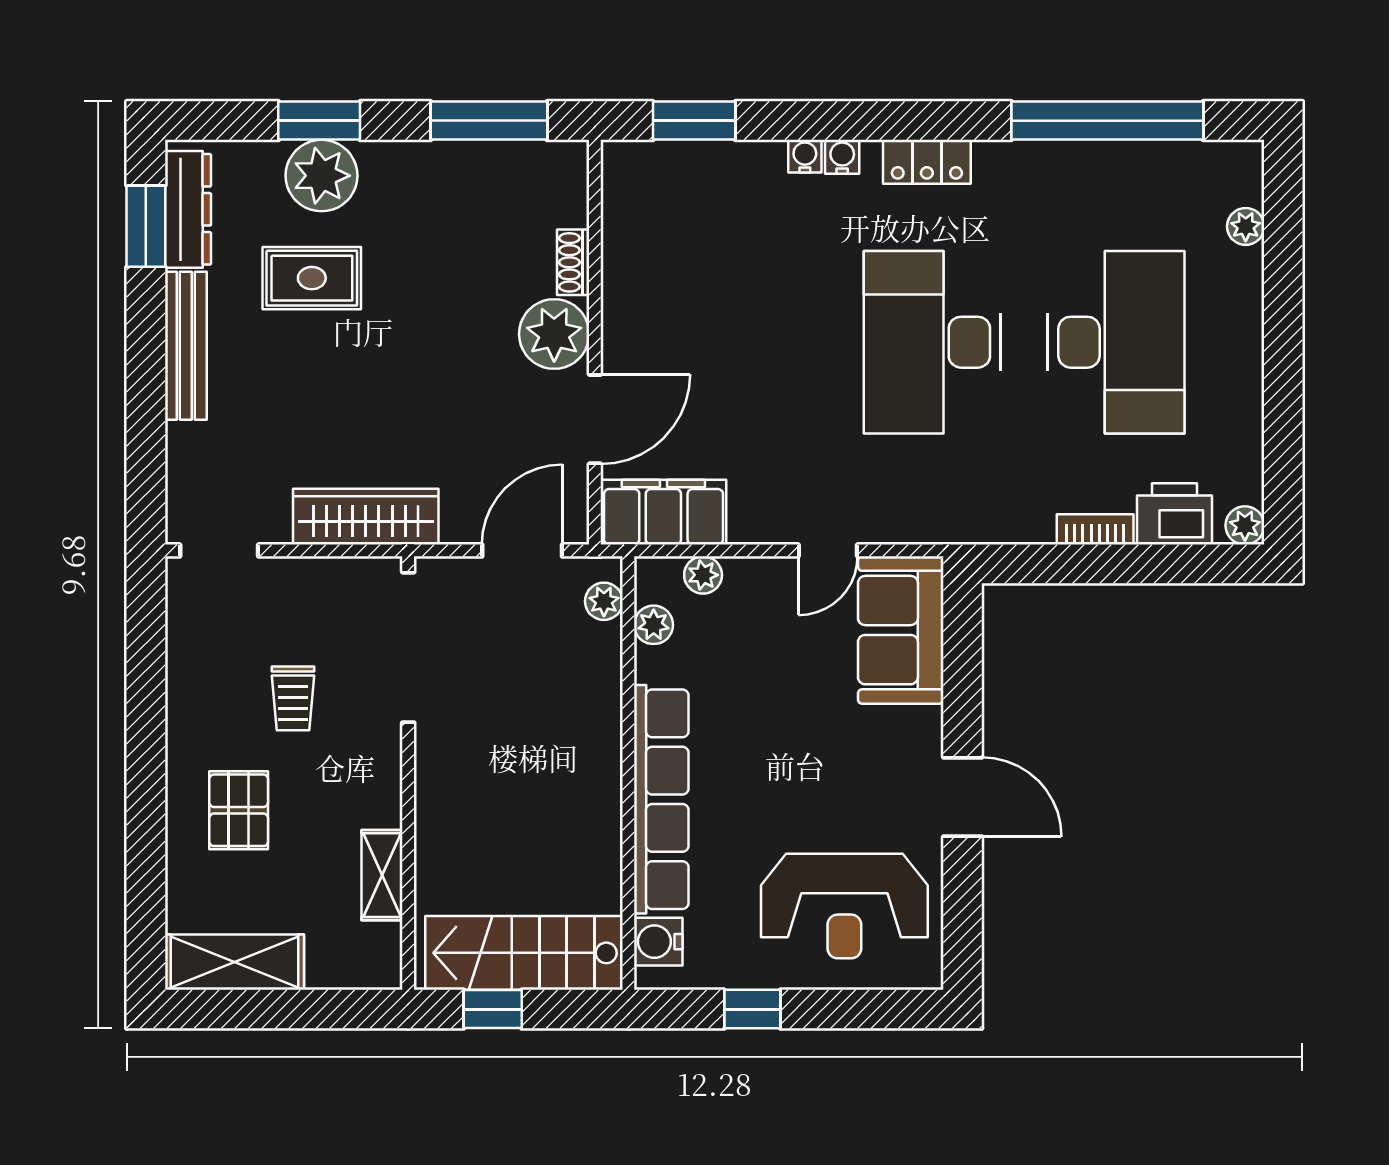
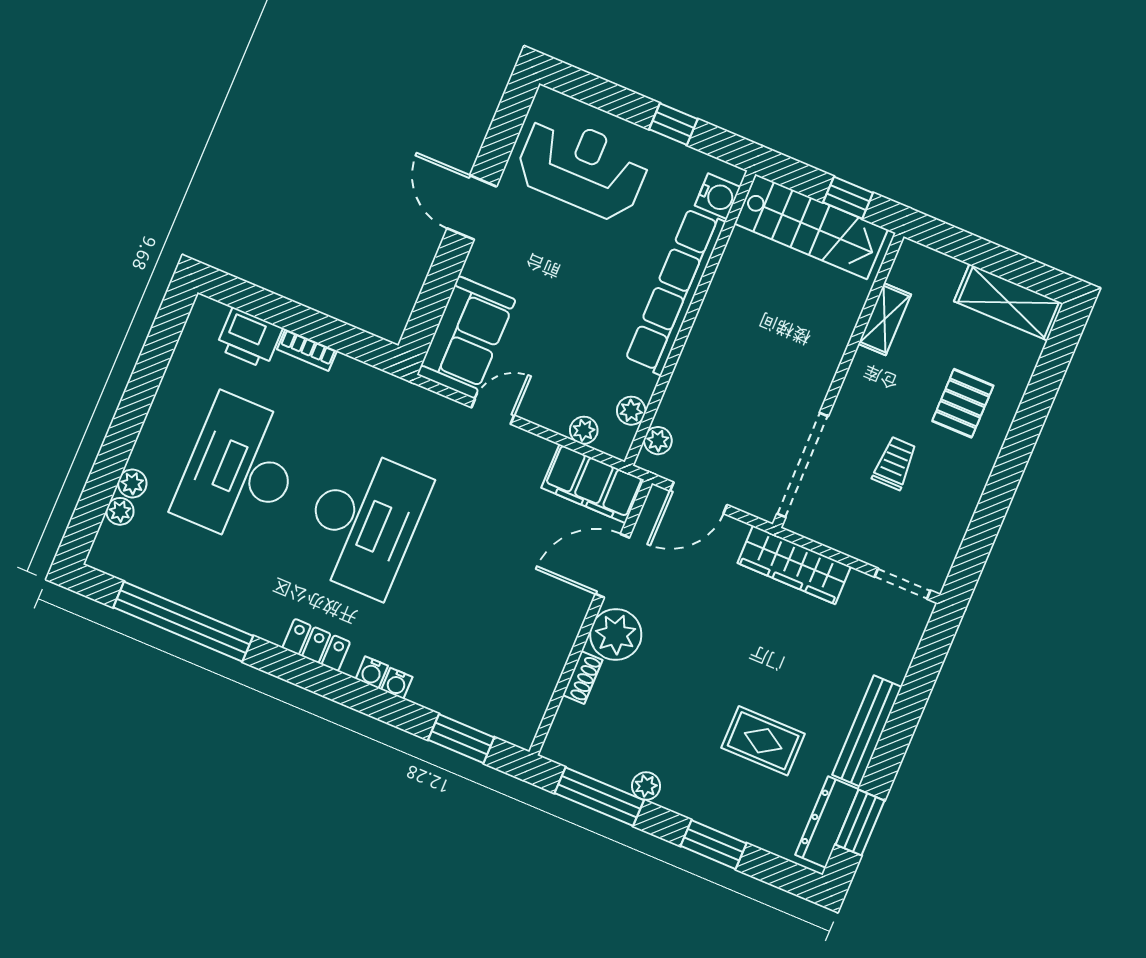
plant: (322, 176) -> (646, 786), moved, width x0.53, depth x0.53
plant: (1245, 525) -> (132, 483), moved

